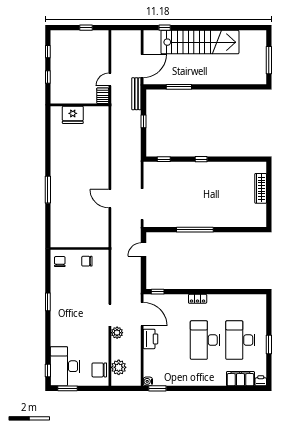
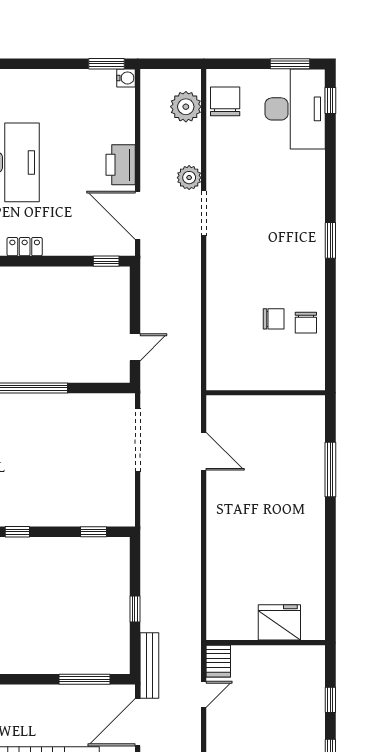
window: (179, 87) -> (85, 679), moved
wall: (79, 249) -> (266, 393), moved
chair: (87, 261) -> (274, 319), moved
chair: (99, 370) -> (225, 101), turned -90

